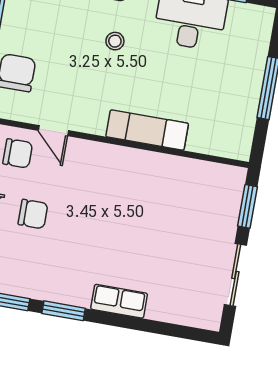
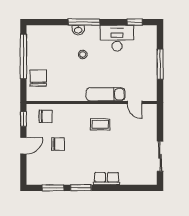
door: (53, 131) -> (135, 103), moved
coffee table: (125, 189) -> (100, 124), added
window: (247, 206) -> (160, 122), removed

